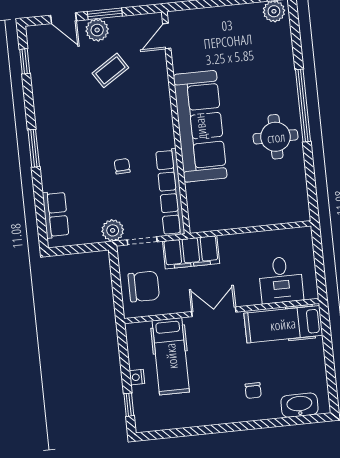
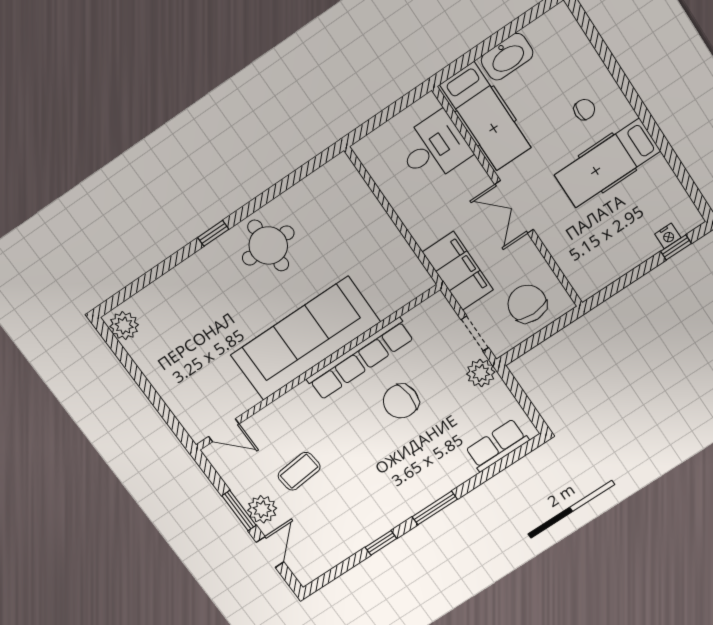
window: (25, 61) -> (381, 543), moved
coffee table: (110, 70) -> (299, 471), turned -63
window: (303, 105) -> (213, 233), width x0.32
chair: (122, 166) -> (401, 401), width x1.87, depth x1.87
row of seats: (170, 192) -> (360, 359), moved
hospital bed: (171, 356) -> (607, 163), moved, turned 180
nightstand: (137, 377) -> (668, 236), moved
washbasin: (299, 405) -> (507, 57), moved, turned -90

